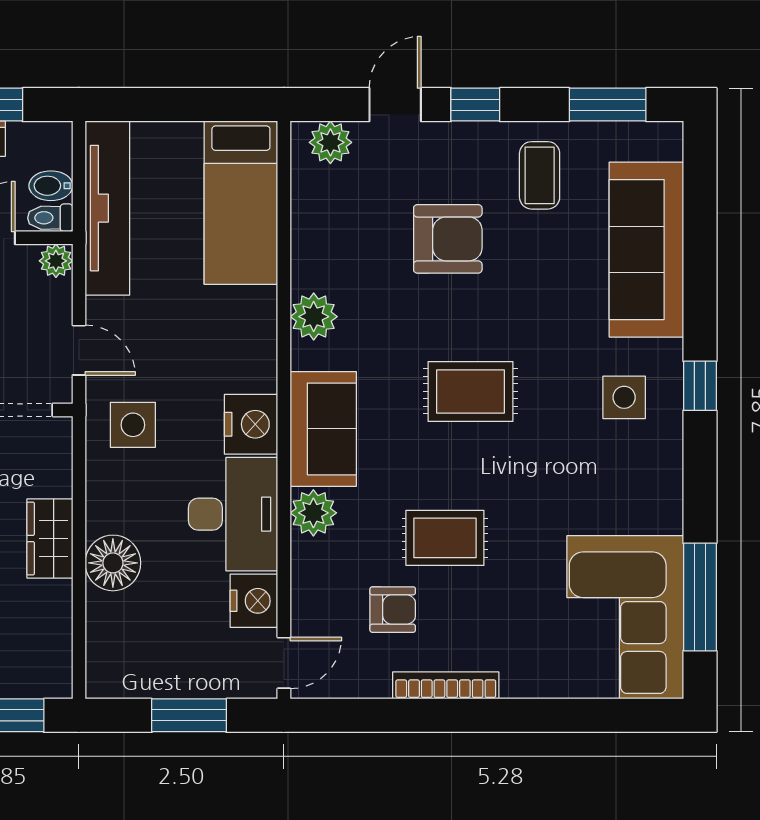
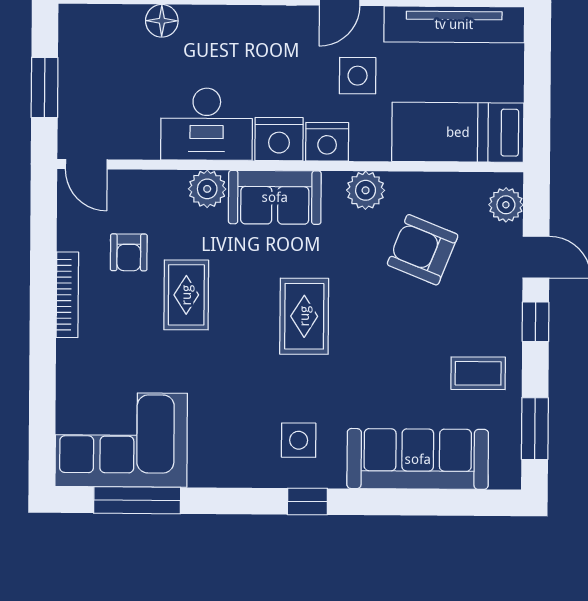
armchair: (448, 239) -> (423, 250), moved, turned 112
side table: (133, 425) -> (358, 76), moved
floor lamp: (113, 563) -> (162, 21), width x0.73, depth x0.73
nightstand: (254, 601) -> (327, 142), moved

